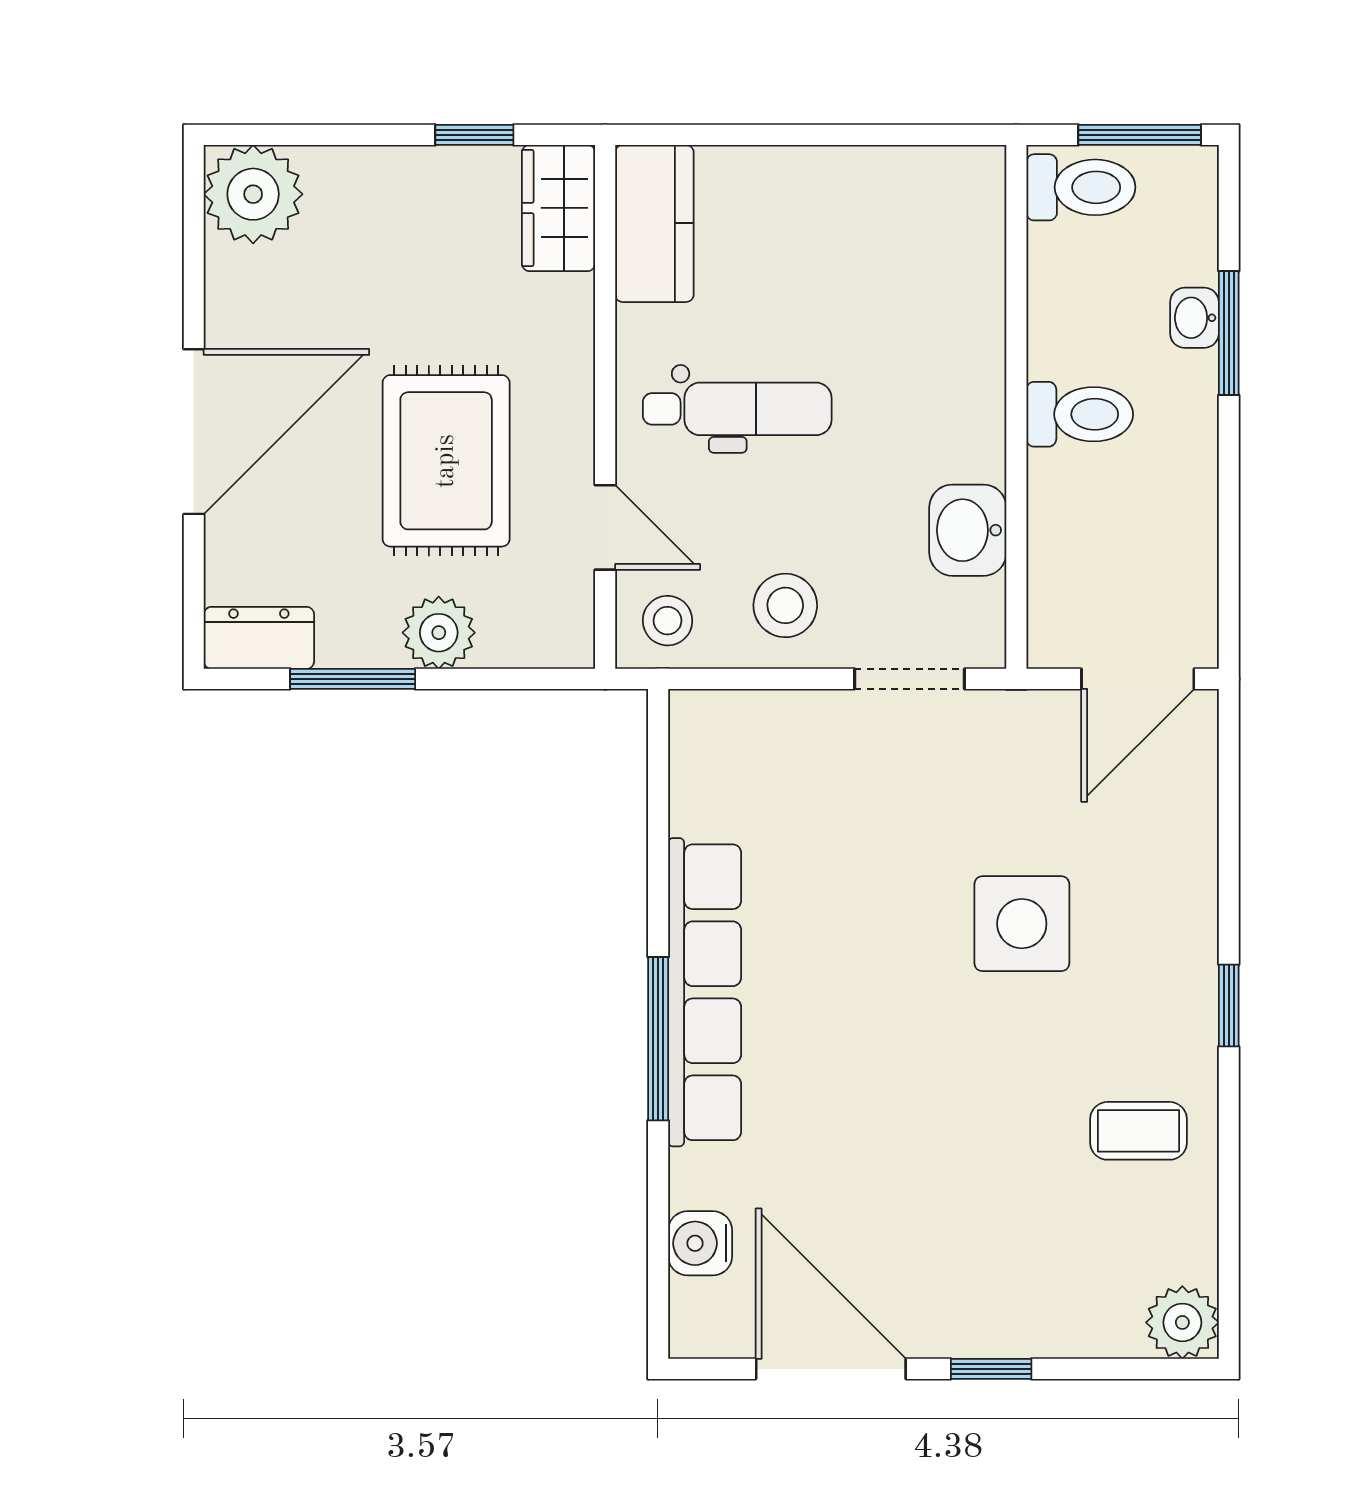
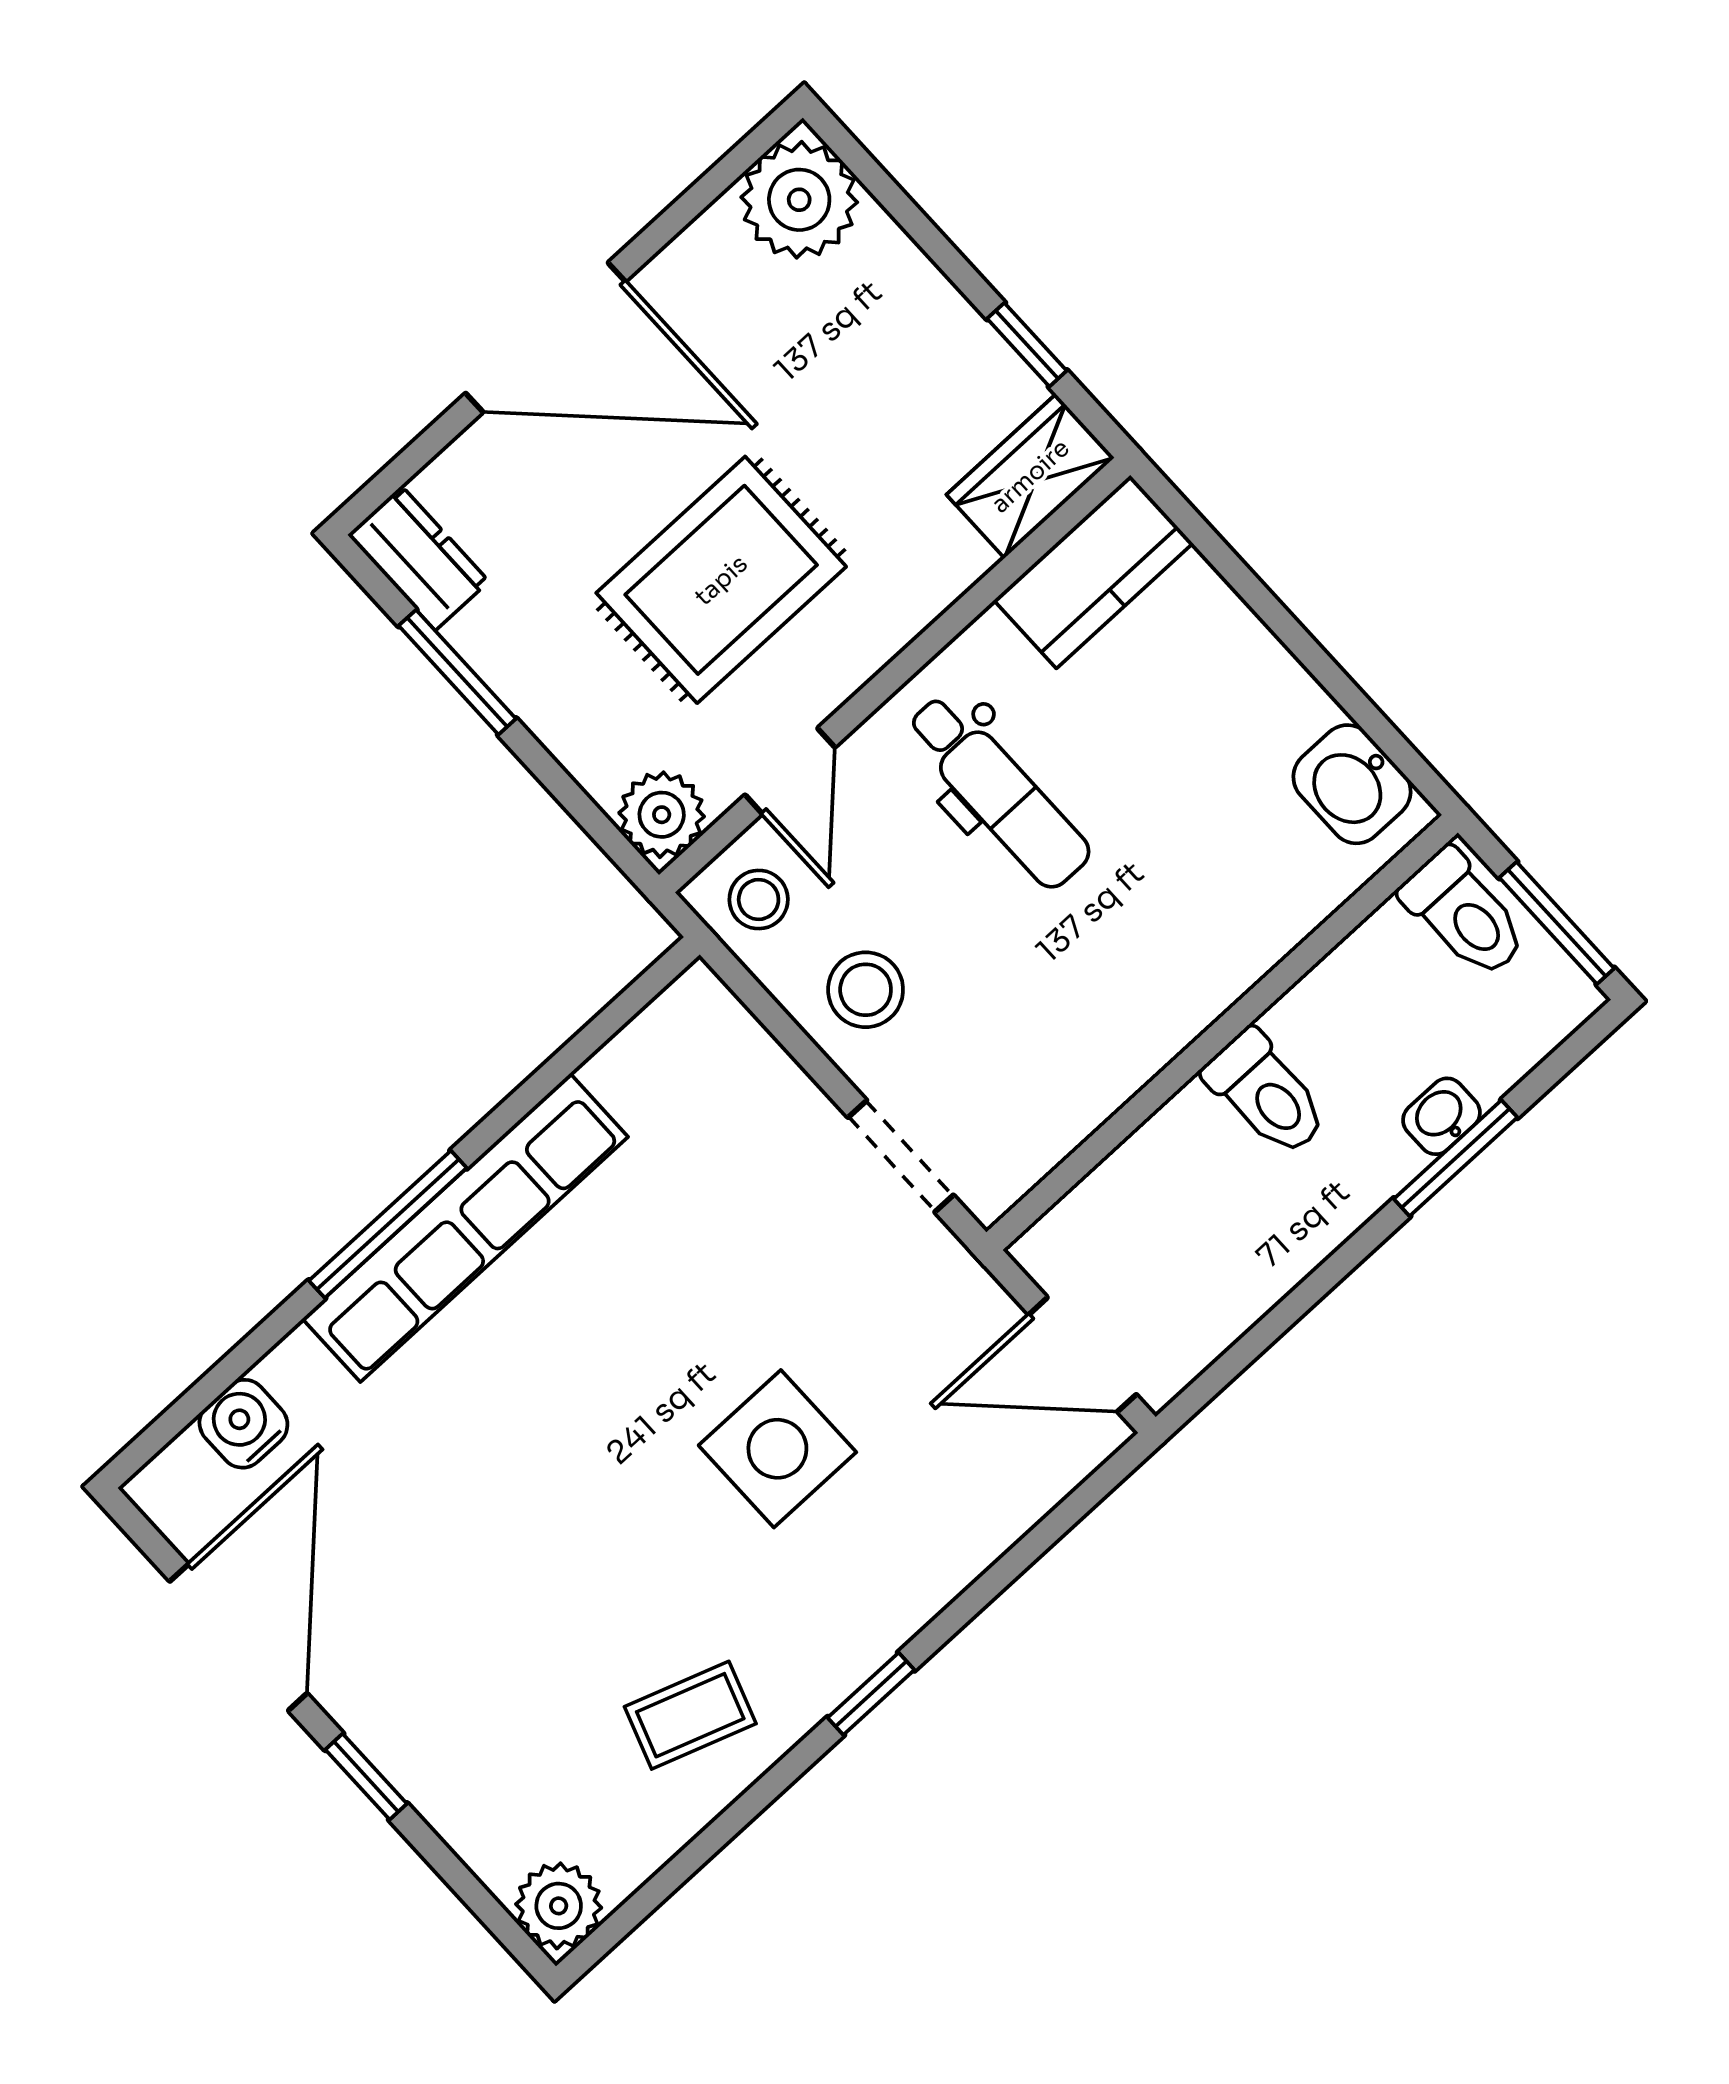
washbasin: (968, 530) -> (1352, 784), moved, turned -90
plant: (439, 633) -> (662, 815), moved
coffee table: (1138, 1131) -> (690, 1715), turned -71

